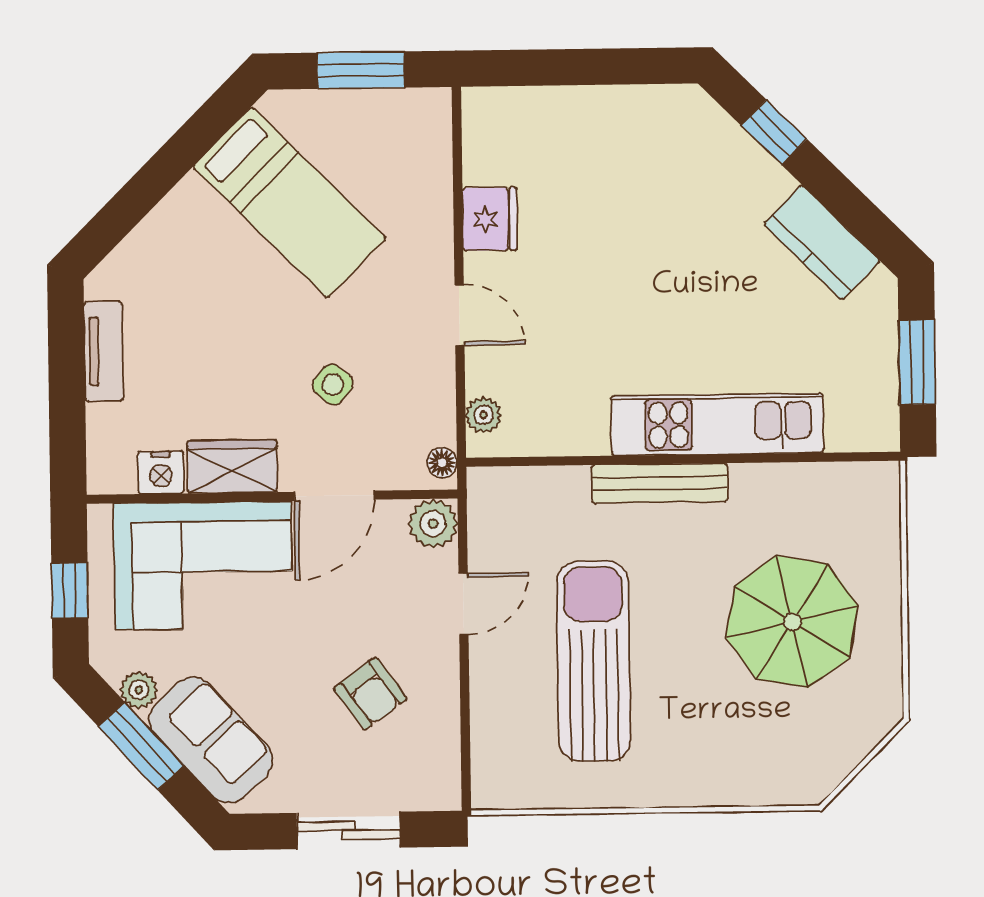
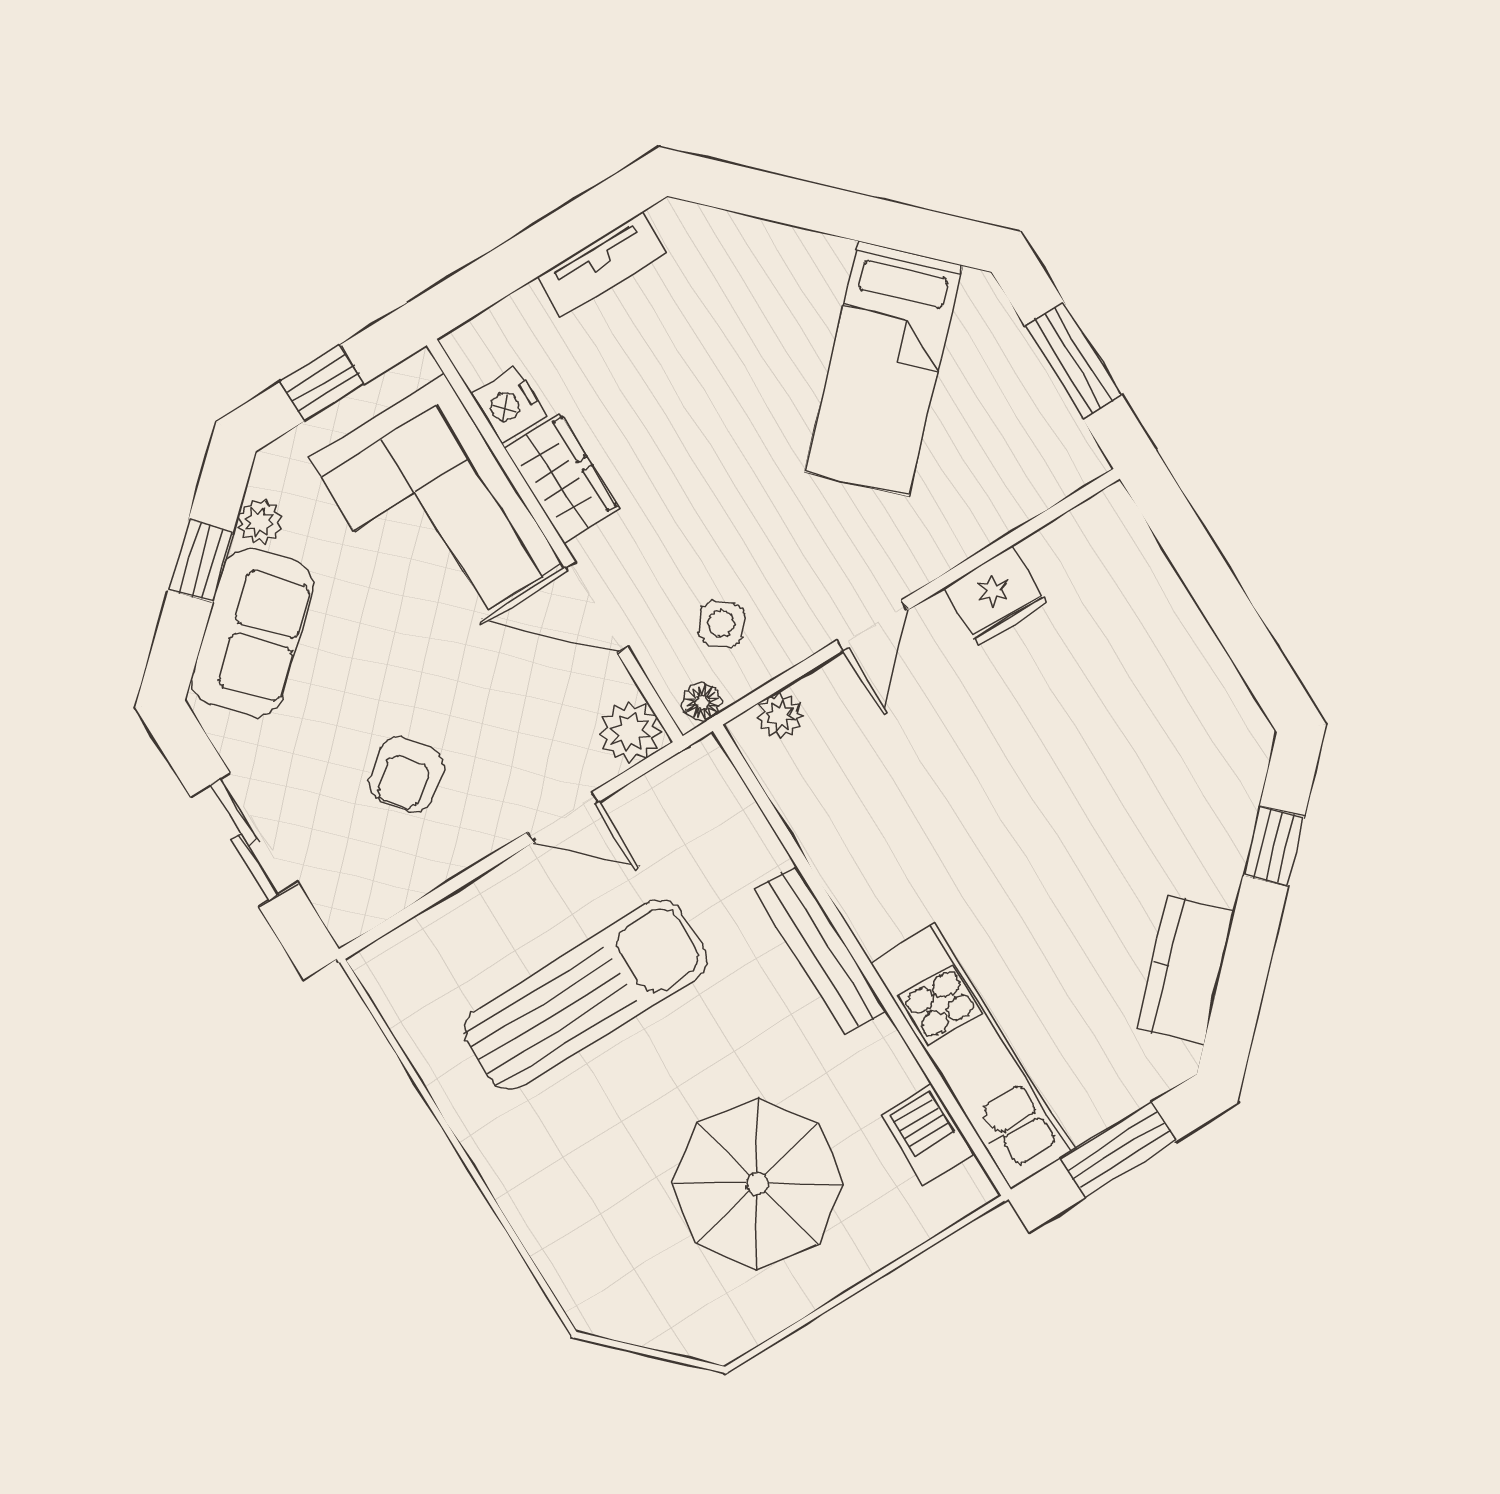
side table: (333, 385) -> (722, 624), moved
kitchen unit: (717, 424) -> (972, 1056), moved
barbecue: (828, 485) -> (928, 1134), added
window: (141, 746) -> (201, 561), width x0.67

